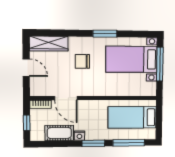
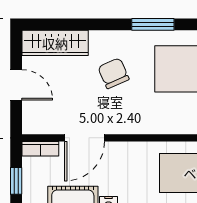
chair: (82, 61) -> (113, 73), turned 66
door: (66, 98) -> (85, 138), hinge flipped

